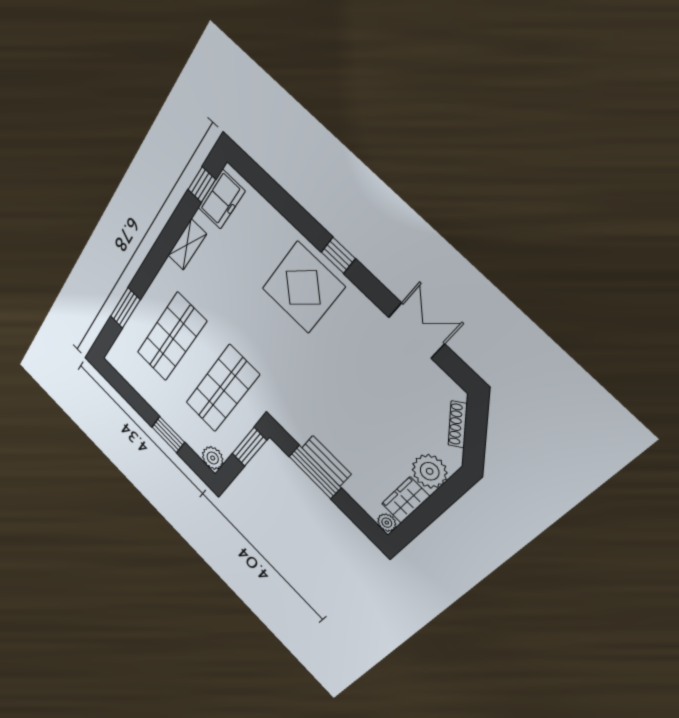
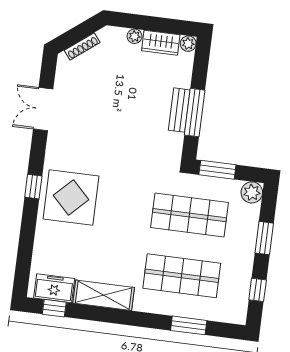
shelving: (187, 245) -> (104, 295), width x1.50, depth x1.33
window: (128, 393) -> (258, 290), added
plant: (430, 471) -> (135, 36), width x0.53, depth x0.53

